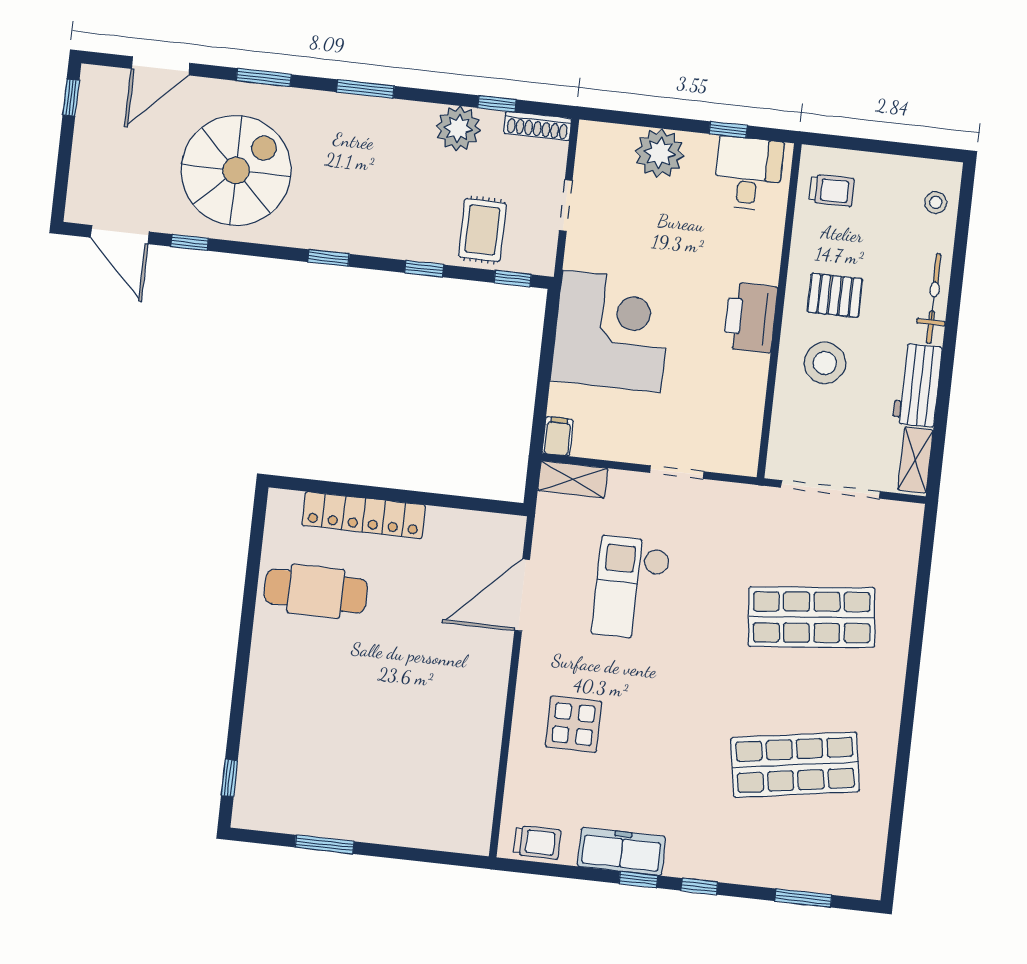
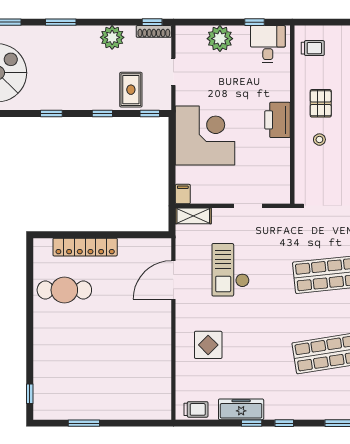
window: (497, 104) -> (152, 22), moved
pallet: (835, 295) -> (321, 103), turned 90
stool: (825, 363) -> (319, 140), width x0.53, depth x0.53

